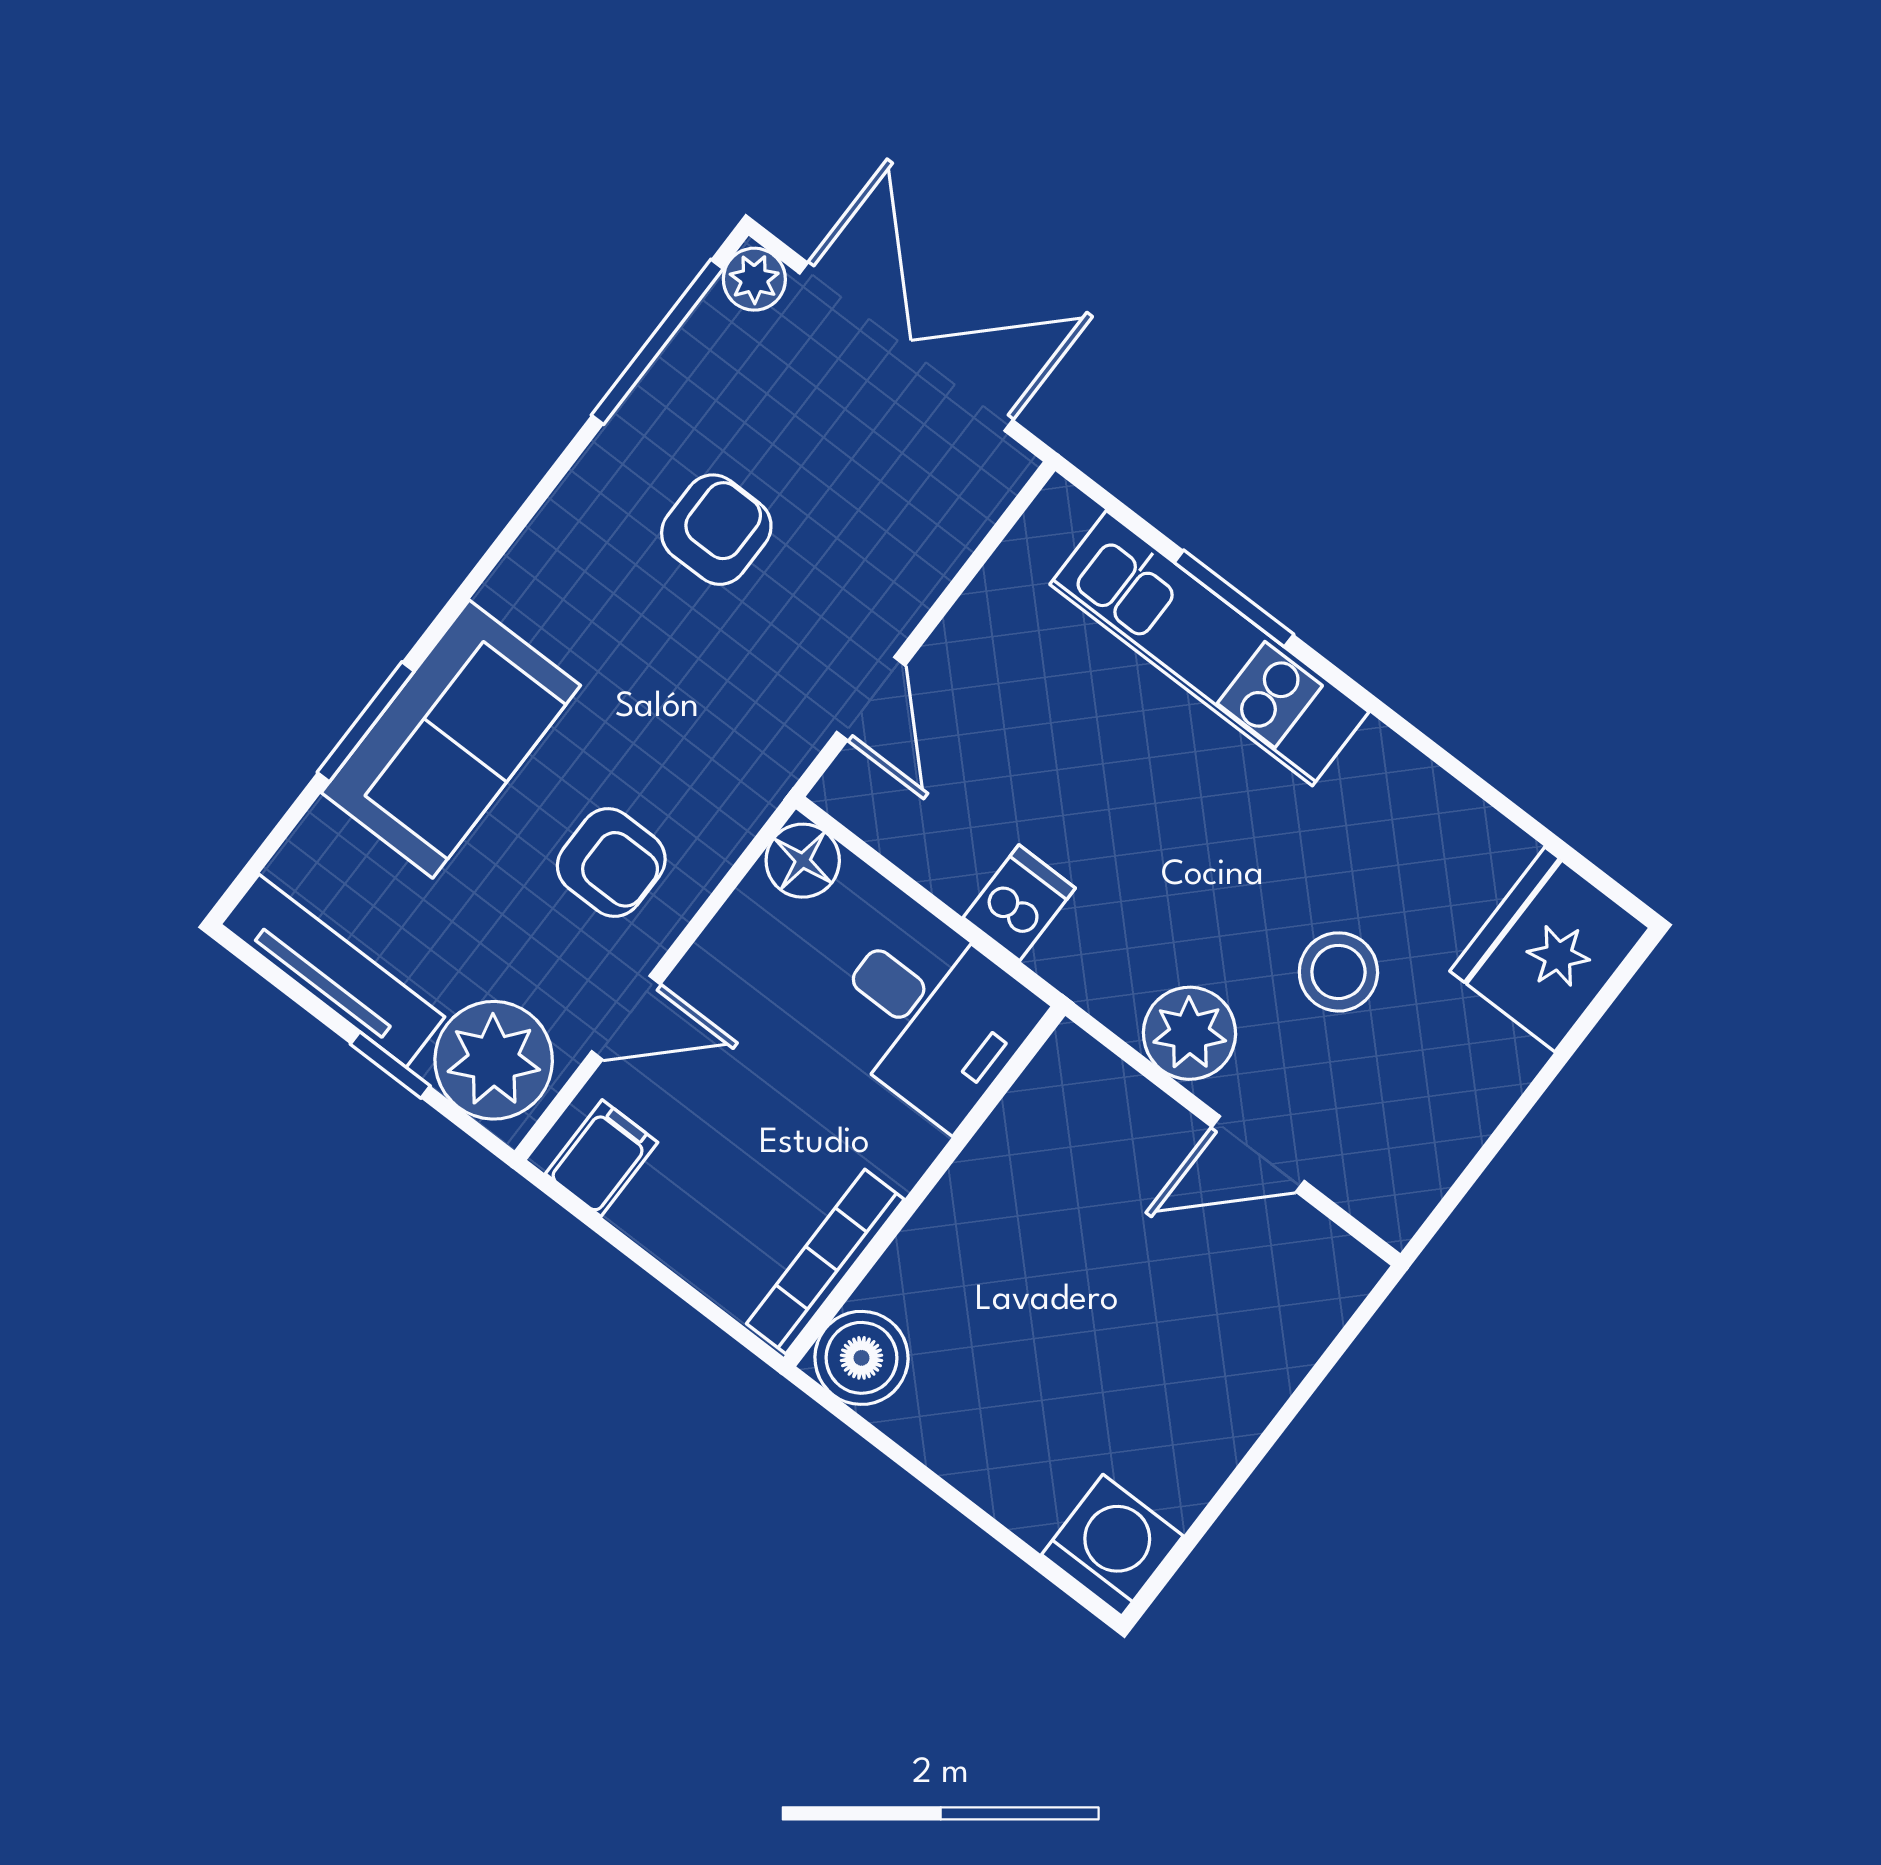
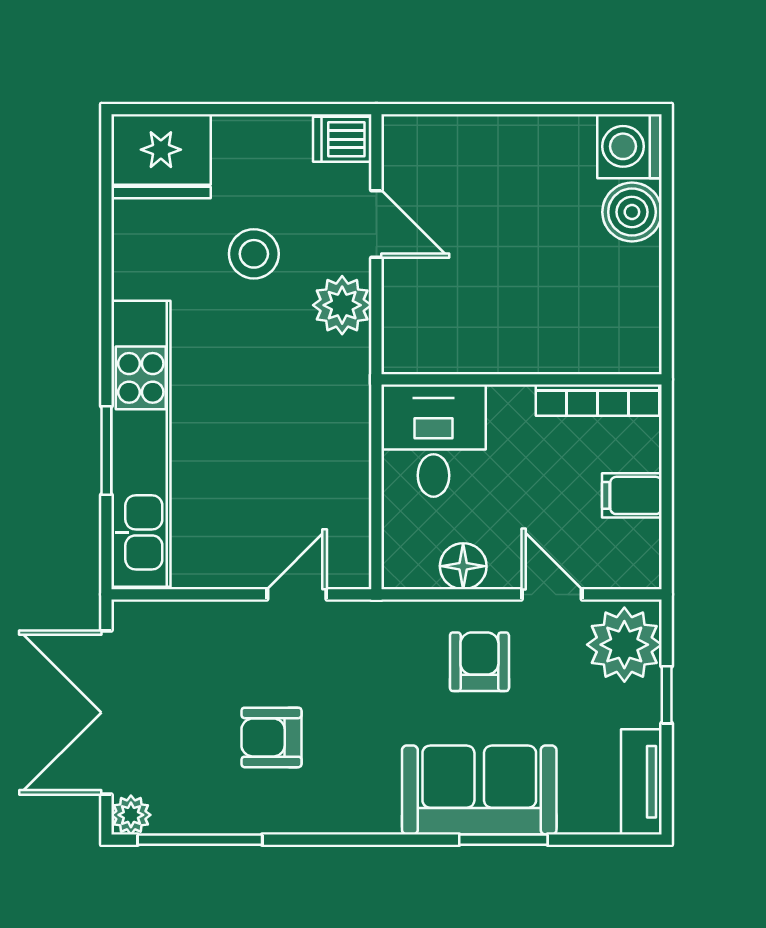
kitchen unit: (1209, 648) -> (141, 444), width x1.36
floor lamp: (803, 861) -> (463, 566), moved
dishwasher: (1019, 903) -> (342, 139), moved
tv unit: (333, 971) -> (641, 782), width x0.71
filing cabinet: (602, 1158) -> (632, 495), moved
boiler: (861, 1358) -> (632, 212), moved

